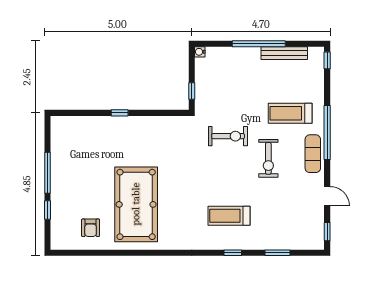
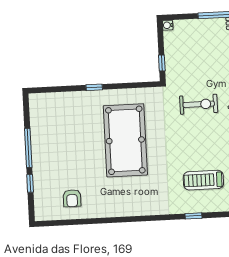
pool table: (136, 204) -> (125, 140), moved
window: (233, 253) -> (193, 216), moved

